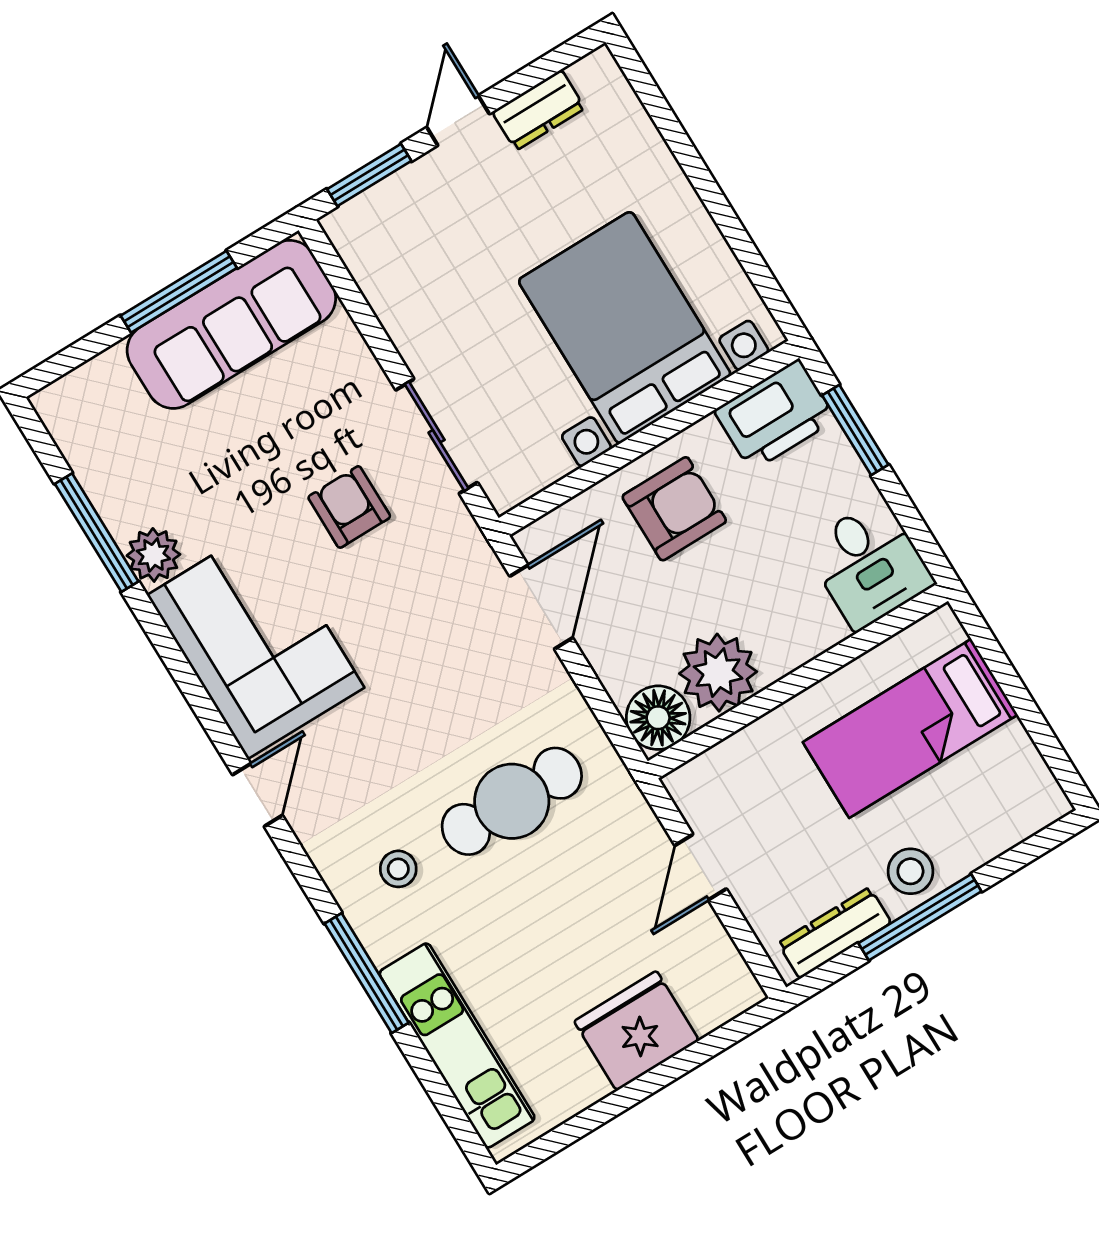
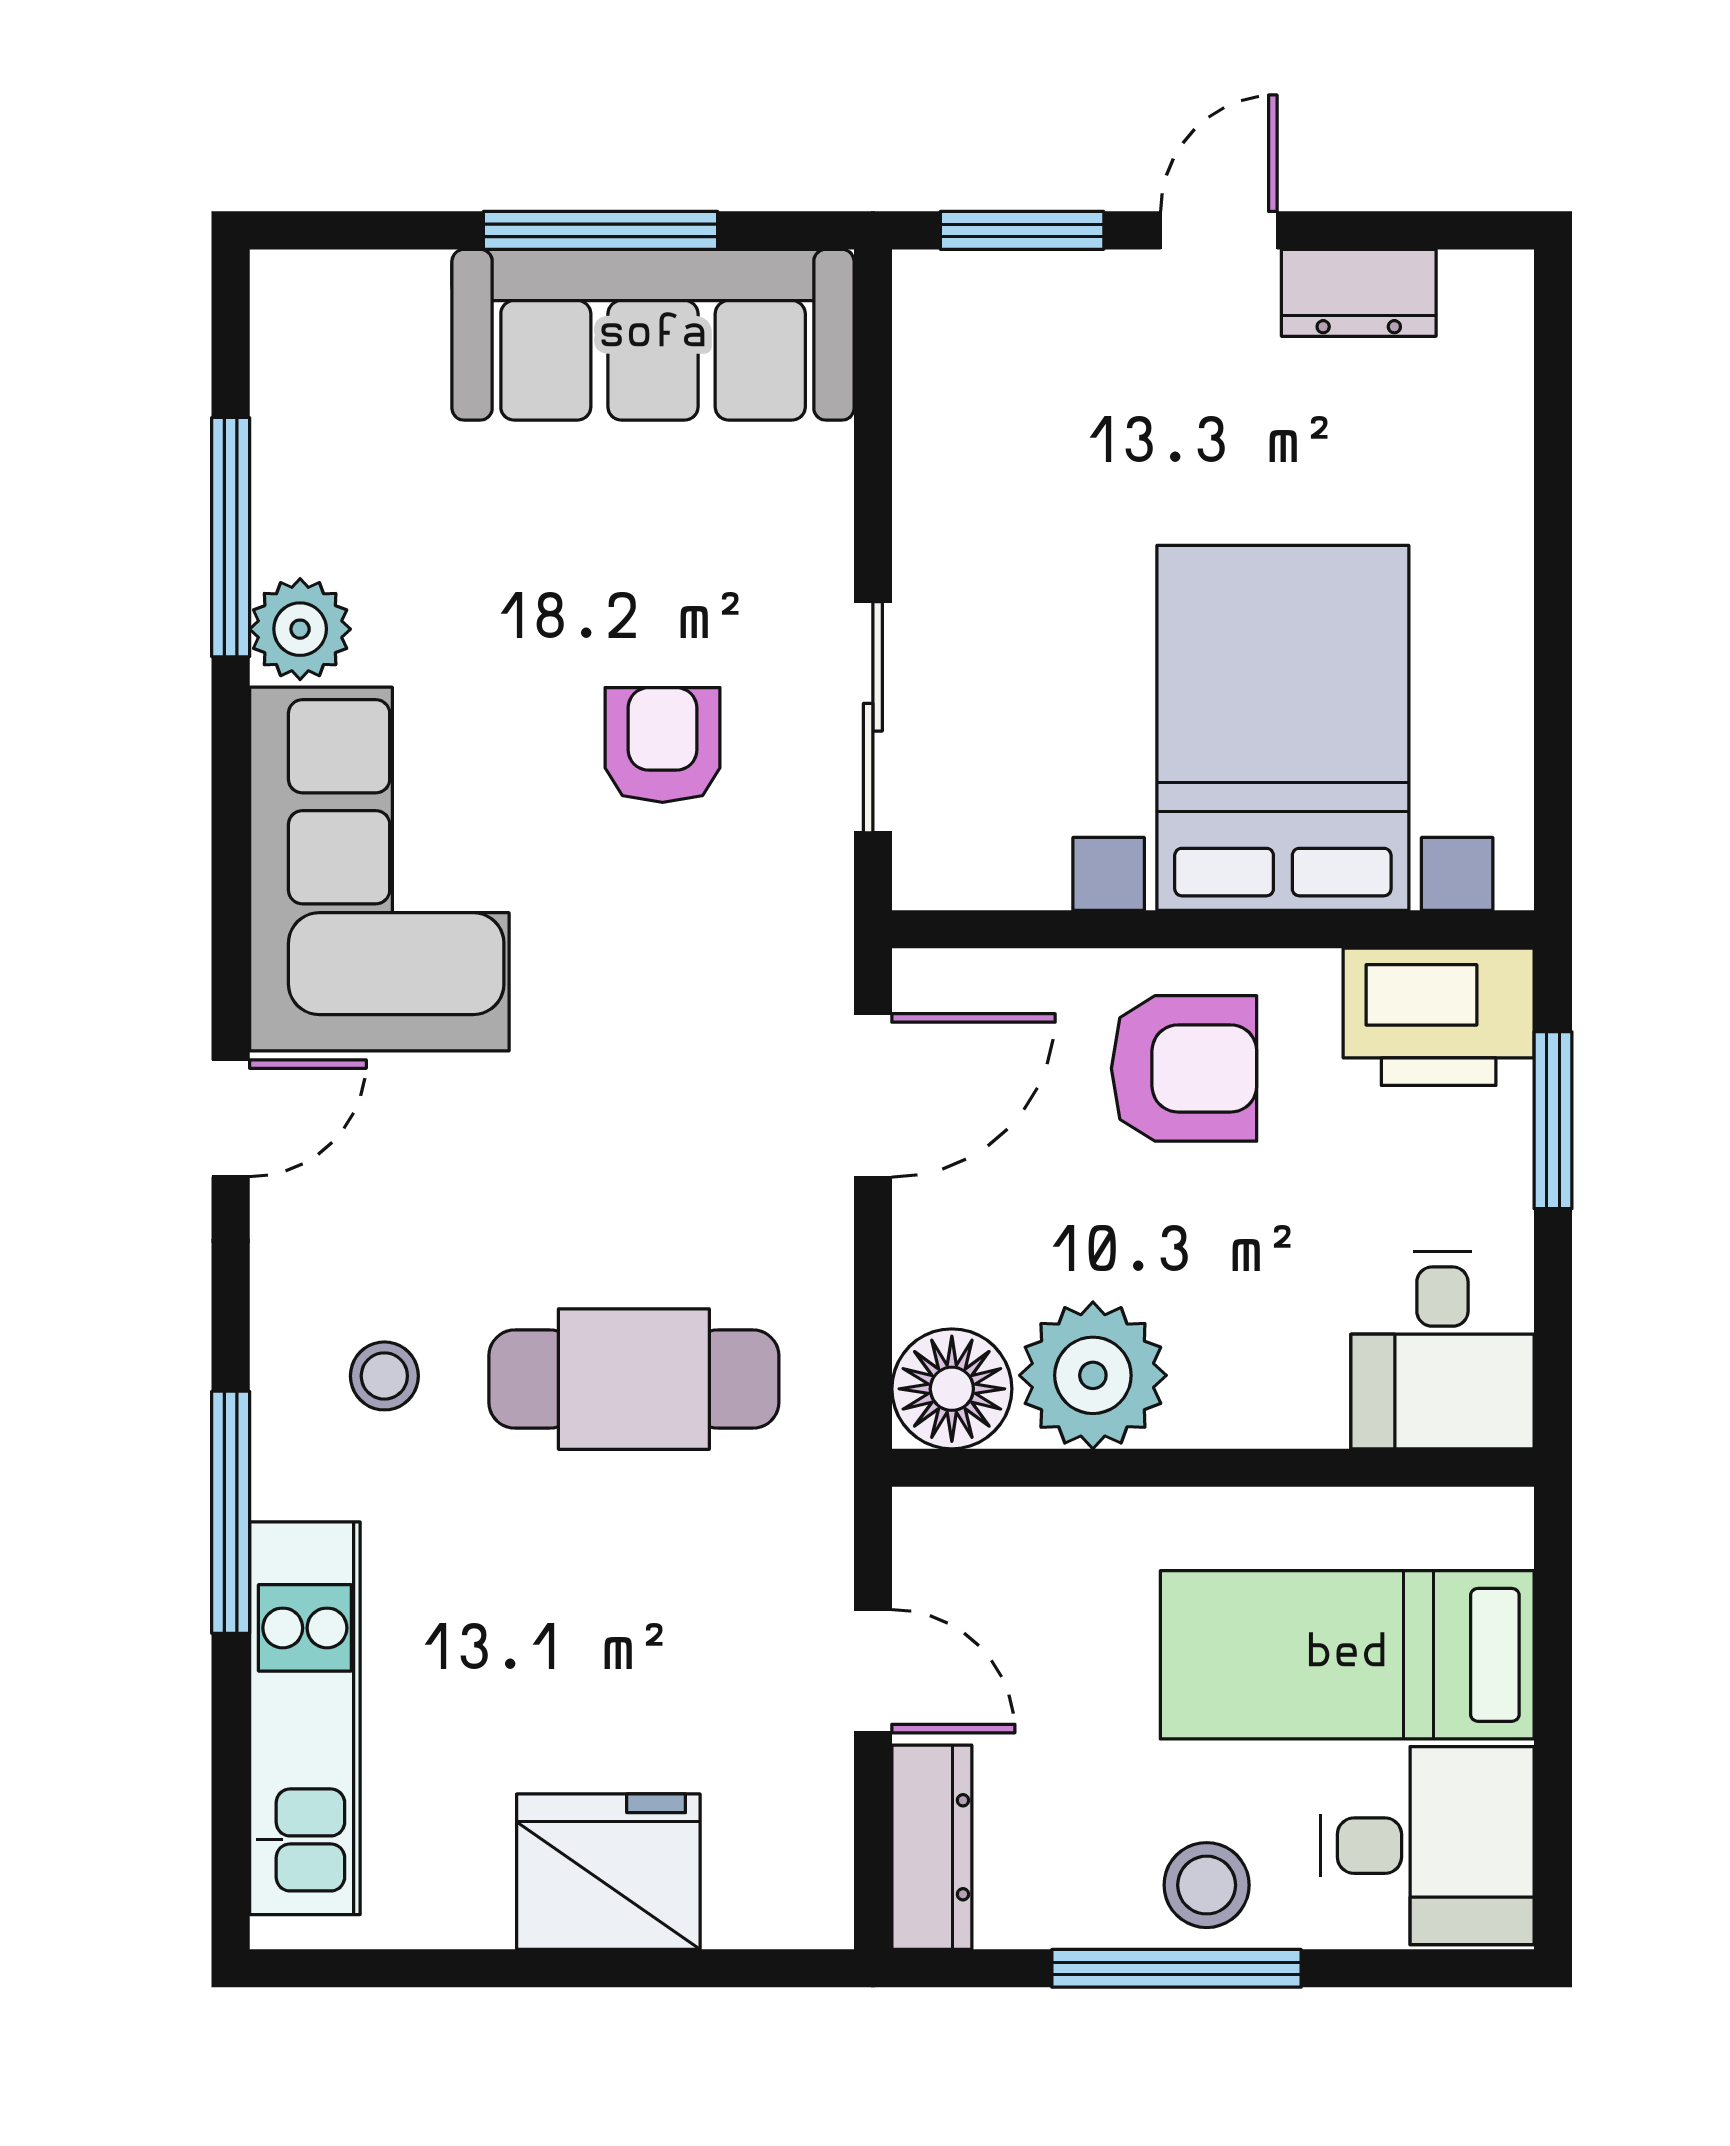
desk: (999, 792) -> (1427, 1846), added
door: (701, 867) -> (873, 1671), swing flipped
dresser: (835, 933) -> (932, 1847), moved, turned 90

